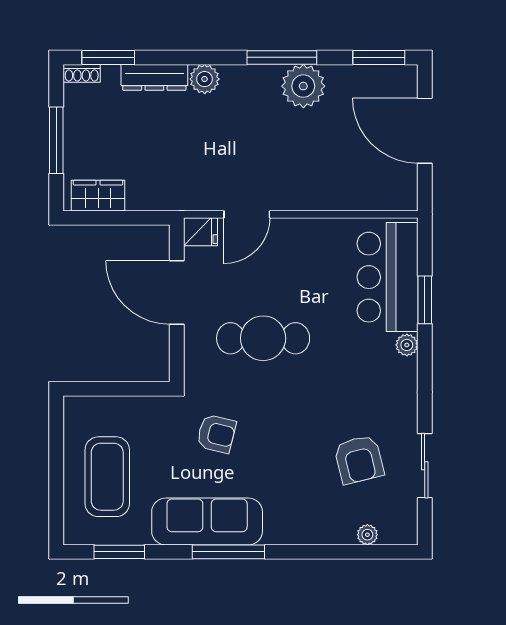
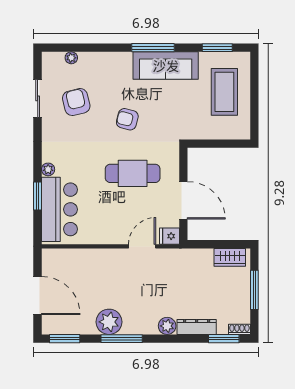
armchair: (216, 434) -> (127, 119), moved

